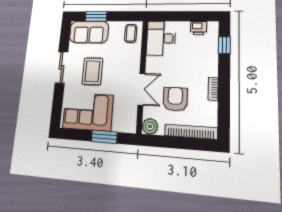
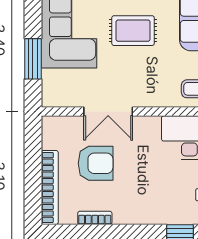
bookcase: (213, 89) -> (95, 218), moved
plant: (150, 126) -> (53, 128), removed

